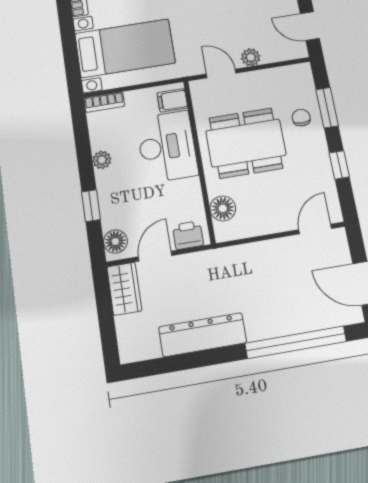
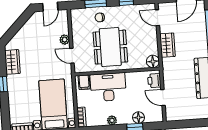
door: (221, 74) -> (72, 56), hinge flipped
floor lamp: (223, 208) -> (153, 61), moved
floor lamp: (115, 241) -> (138, 118), moved
wardrobe: (124, 289) -> (167, 45), moved, turned 90

